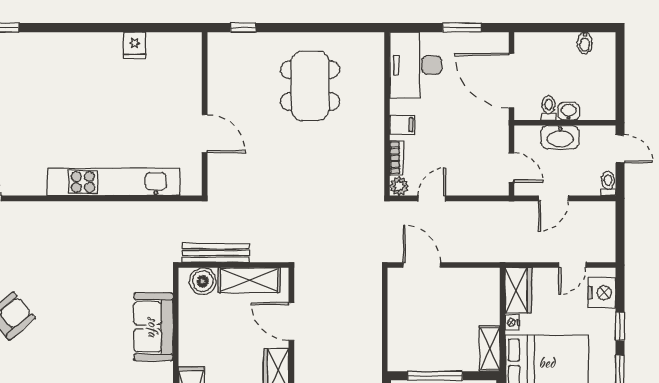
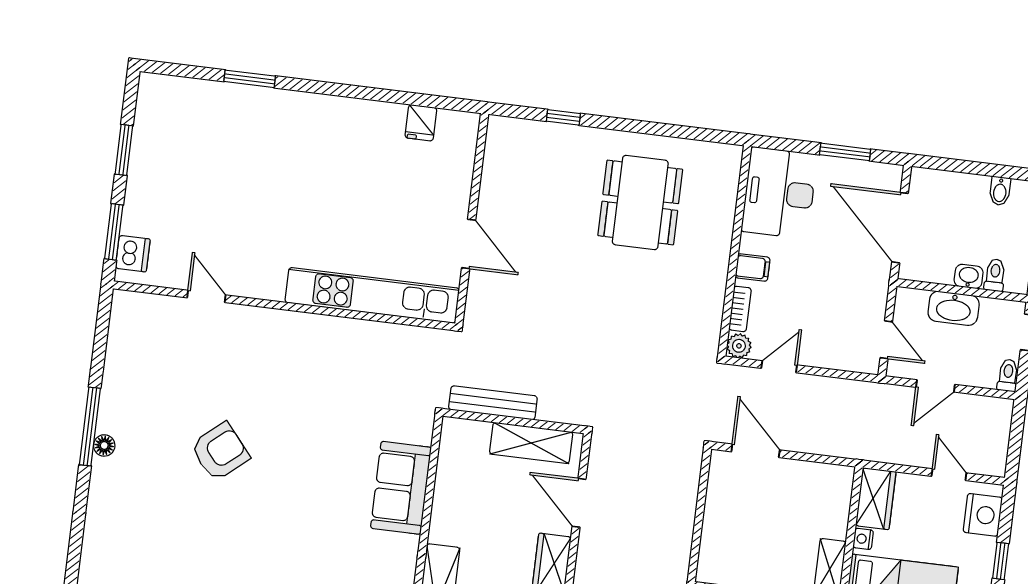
toilet: (549, 108) -> (995, 275), moved
wall: (205, 114) -> (472, 219), moved
door: (205, 134) -> (469, 244), moved
door: (572, 265) -> (949, 475), swing flipped
boiler: (203, 281) -> (471, 437), removed

